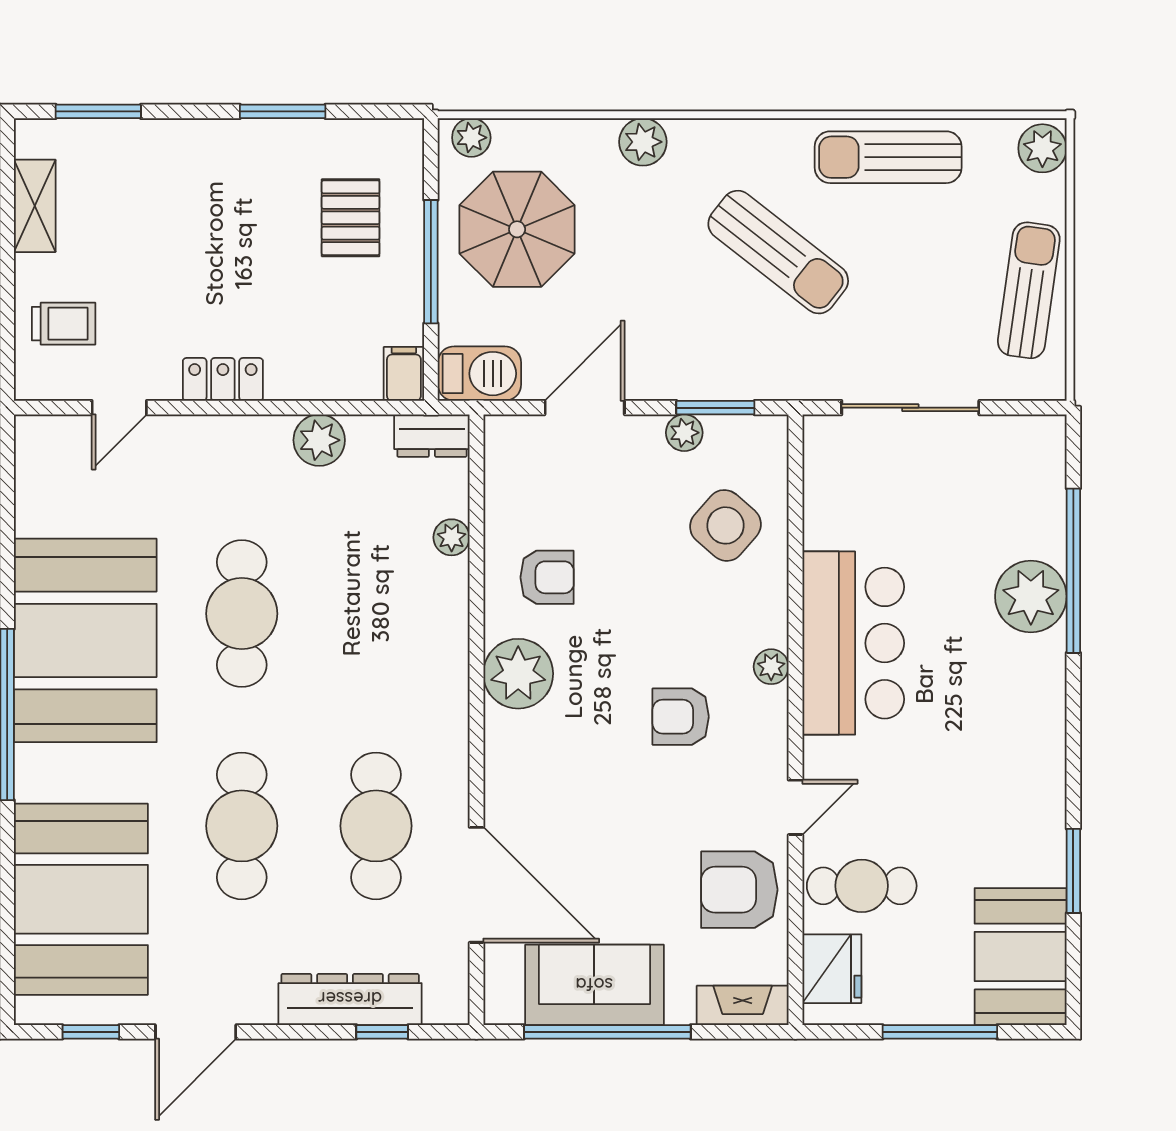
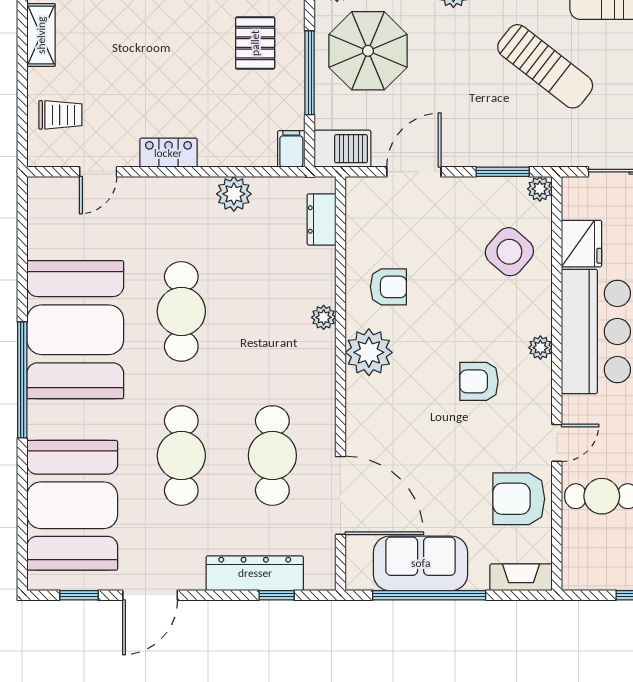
plant: (684, 433) -> (540, 189), moved
dresser: (432, 436) -> (321, 219), moved, turned 90
plant: (452, 537) -> (324, 317), moved
fridge: (832, 969) -> (582, 244), moved

